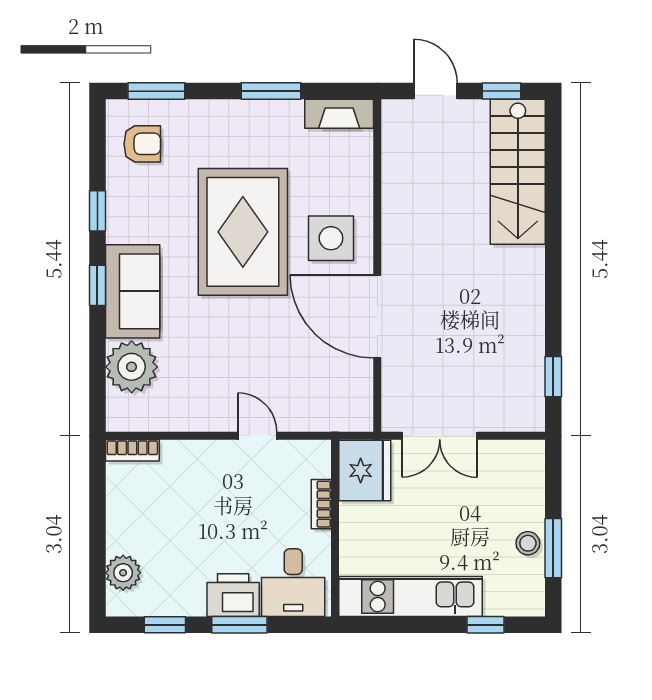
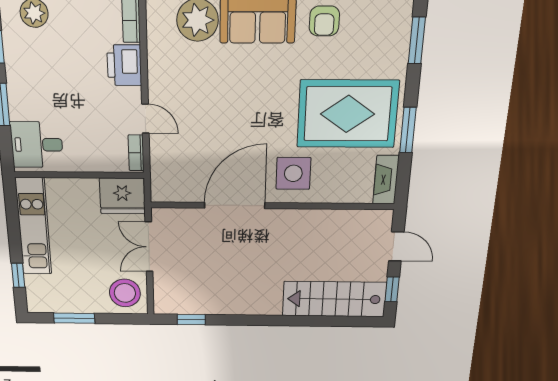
door: (436, 91) -> (396, 246), hinge flipped
armchair: (142, 144) -> (324, 21), moved
rug: (243, 232) -> (348, 114), moved
door: (257, 436) -> (145, 119), hinge flipped
bookcase: (321, 504) -> (136, 153), moved, turned -90
stool: (528, 543) -> (125, 293), moved, width x1.89, depth x1.89
printer: (233, 595) -> (124, 65), moved, turned 180

